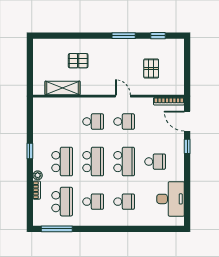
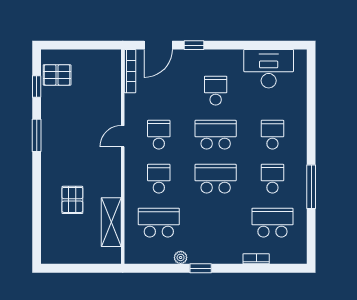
pallet: (151, 69) -> (57, 75), moved
school desk: (62, 162) -> (159, 223), moved
plant: (38, 175) -> (181, 257), moved
window: (57, 229) -> (311, 187), moved

